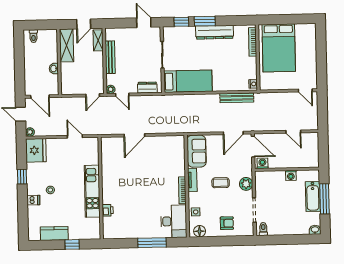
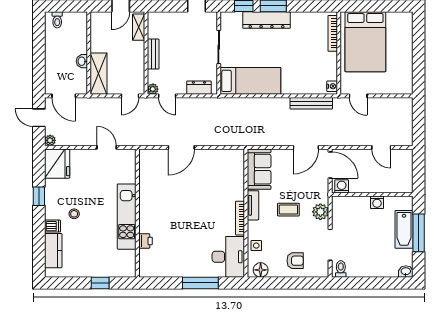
dresser: (215, 32) -> (267, 20), moved
shelving: (67, 45) -> (99, 74), moved
bench: (110, 57) -> (153, 54), width x0.73
door: (305, 90) -> (358, 96), moved
kitchen counter: (54, 233) -> (53, 251), moved, turned 90

